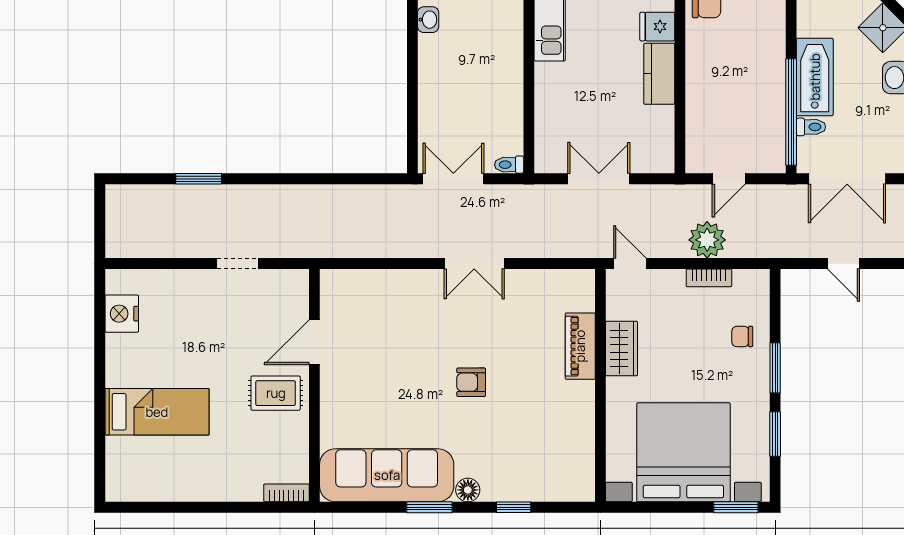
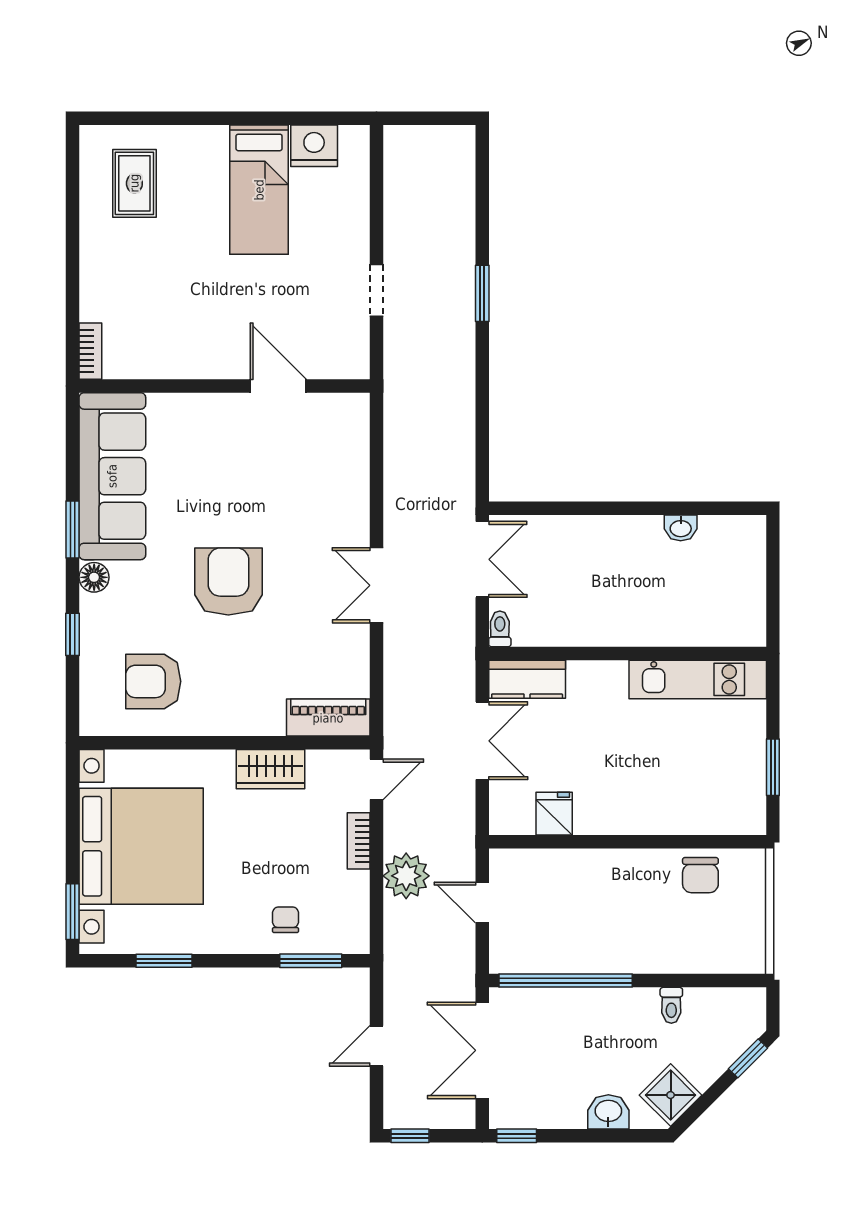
fridge: (657, 27) -> (554, 814), moved
kitchen counter: (659, 74) -> (527, 679), moved, turned 180
bathtub: (815, 77) -> (609, 1010), removed
toilet: (811, 127) -> (671, 1005), moved
window: (199, 179) -> (482, 293), moved
bookcase: (709, 278) -> (359, 841), moved
piano: (580, 346) -> (328, 718), moved
window: (775, 368) -> (311, 961), moved
armchair: (471, 382) -> (228, 582), width x1.88, depth x1.88
rug: (276, 393) -> (134, 183), moved
bed: (157, 412) -> (259, 190), moved
armchair: (551, 443) -> (153, 681), added

